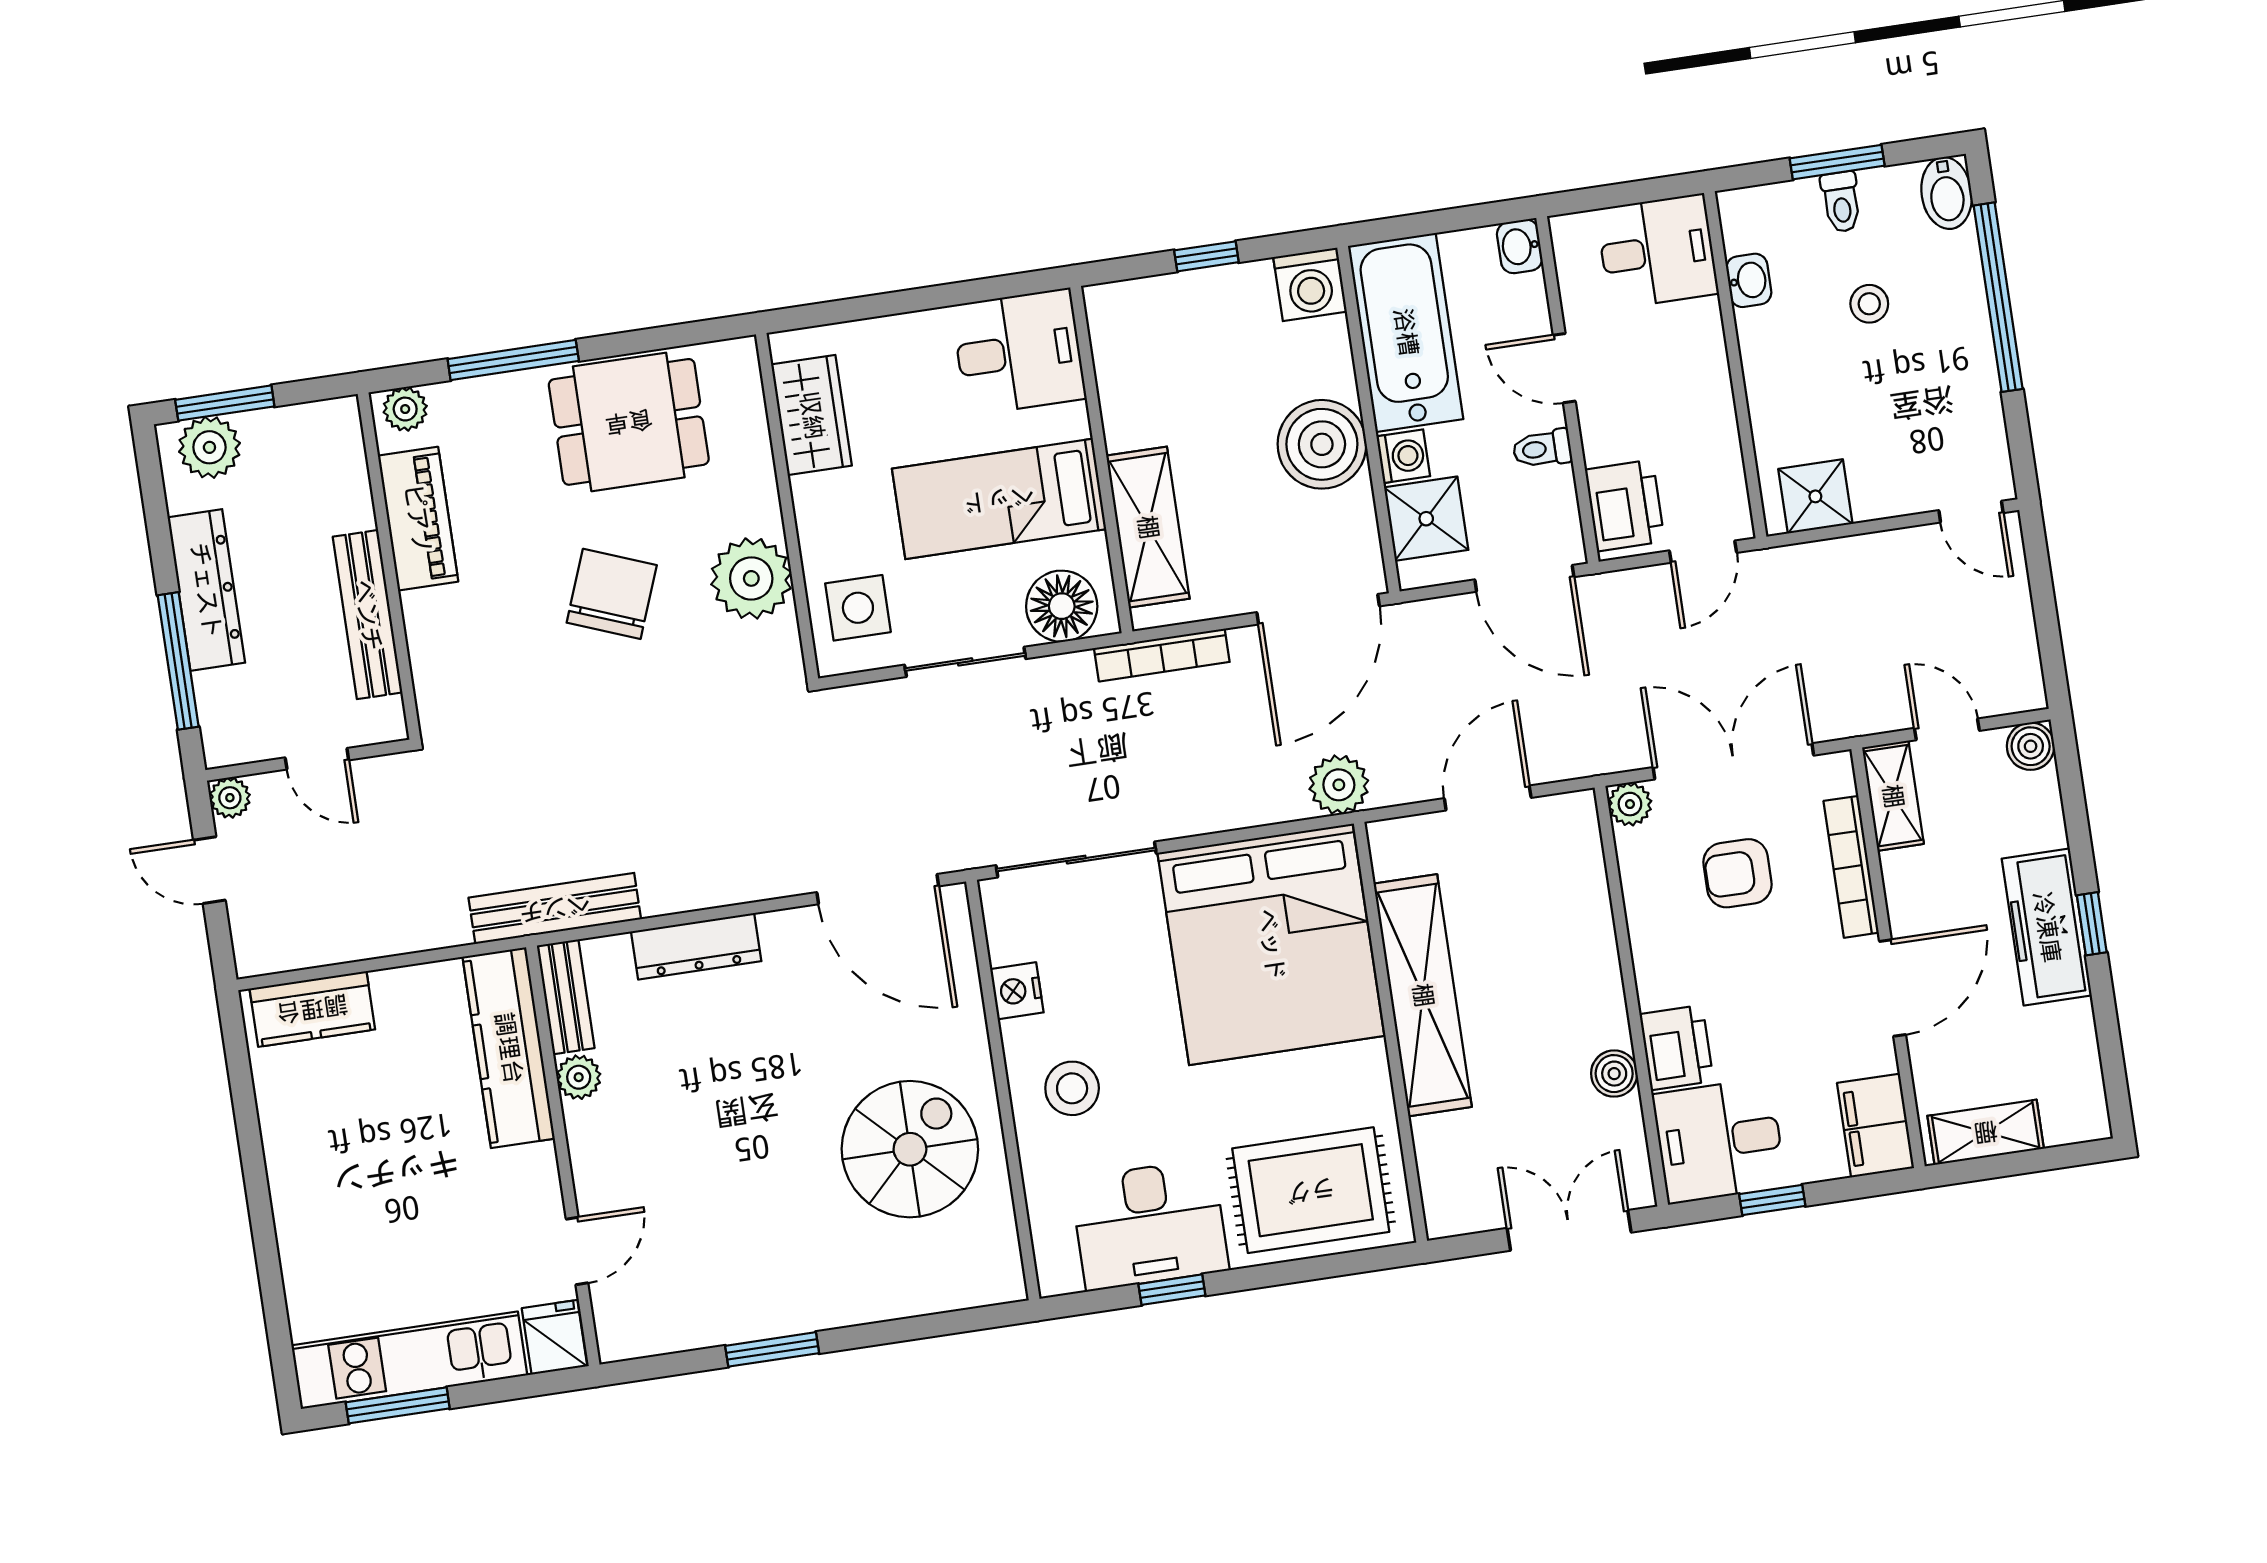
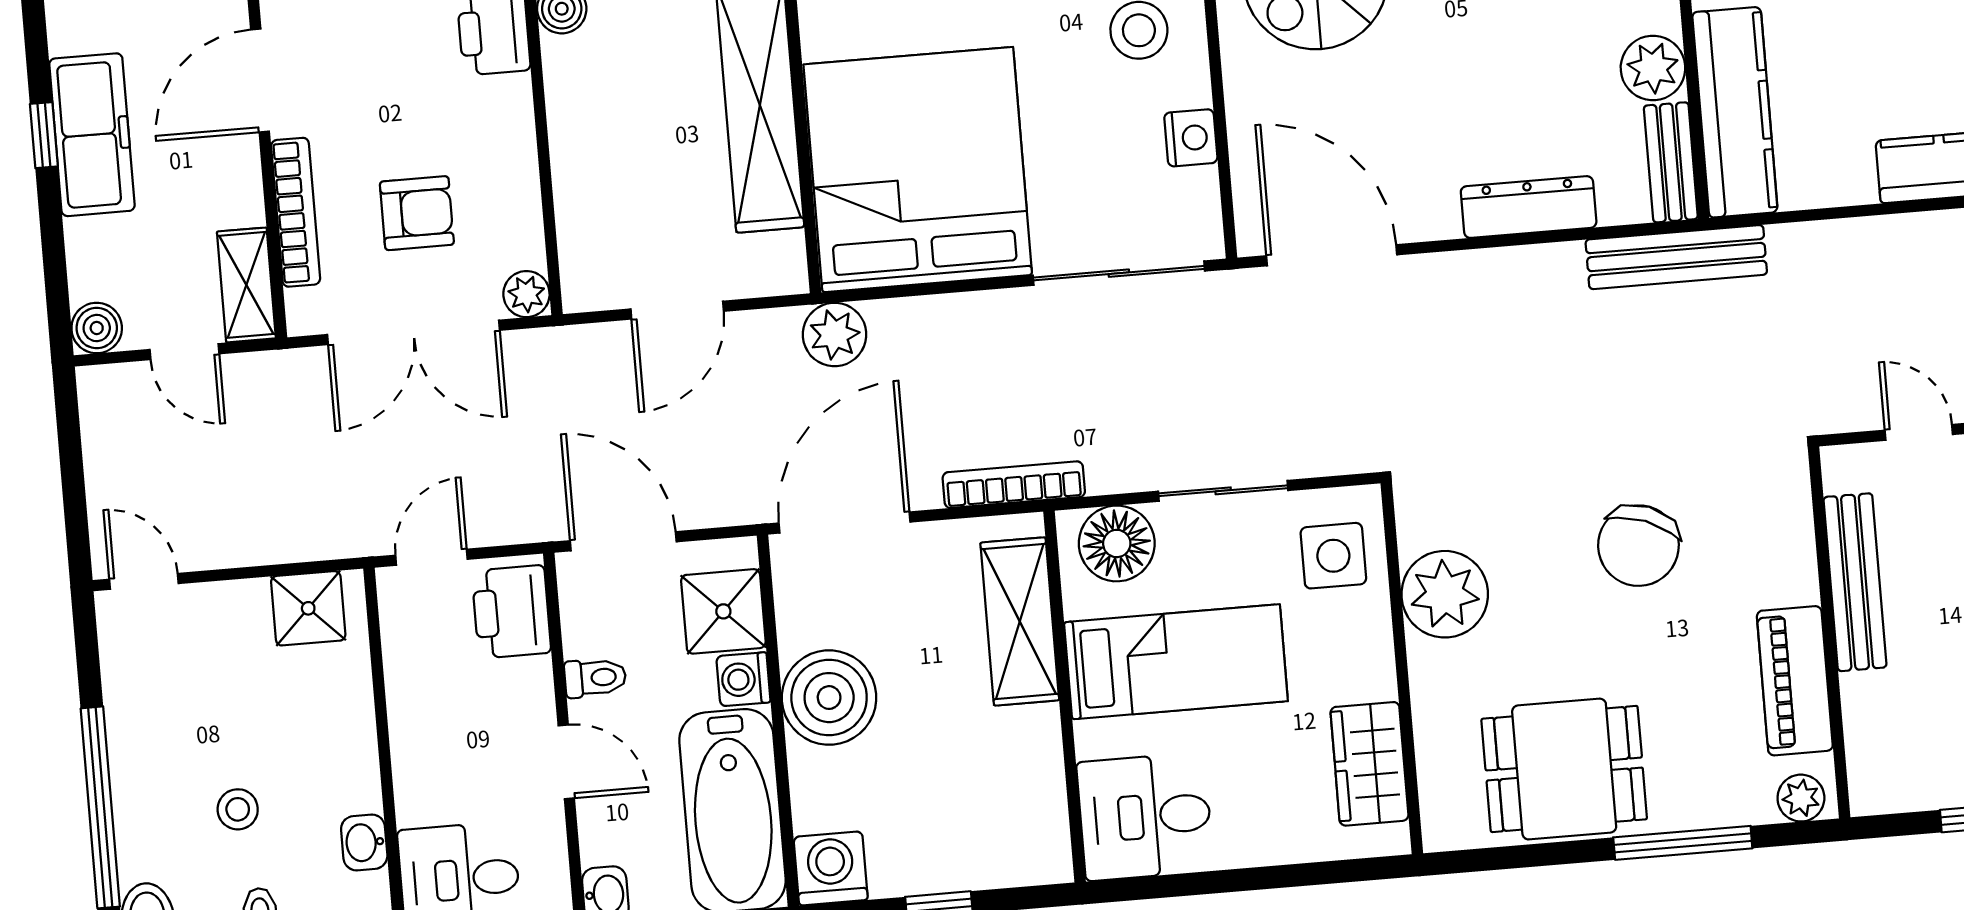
chair: (612, 594) -> (1638, 546), moved
plant: (579, 1077) -> (1653, 68), width x1.38, depth x1.38

